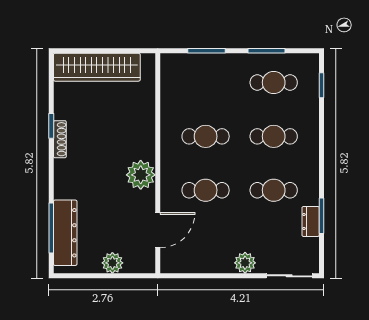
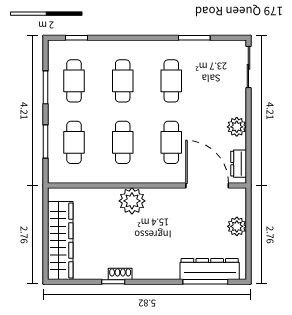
cafe table: (206, 82) -> (74, 142), added
shoe rack: (60, 139) -> (120, 274), width x0.70
plant: (141, 175) -> (132, 201), moved
dresser: (311, 221) -> (239, 164), moved, turned 90
door: (158, 230) -> (207, 186), width x1.36
plant: (245, 263) -> (237, 127), moved

